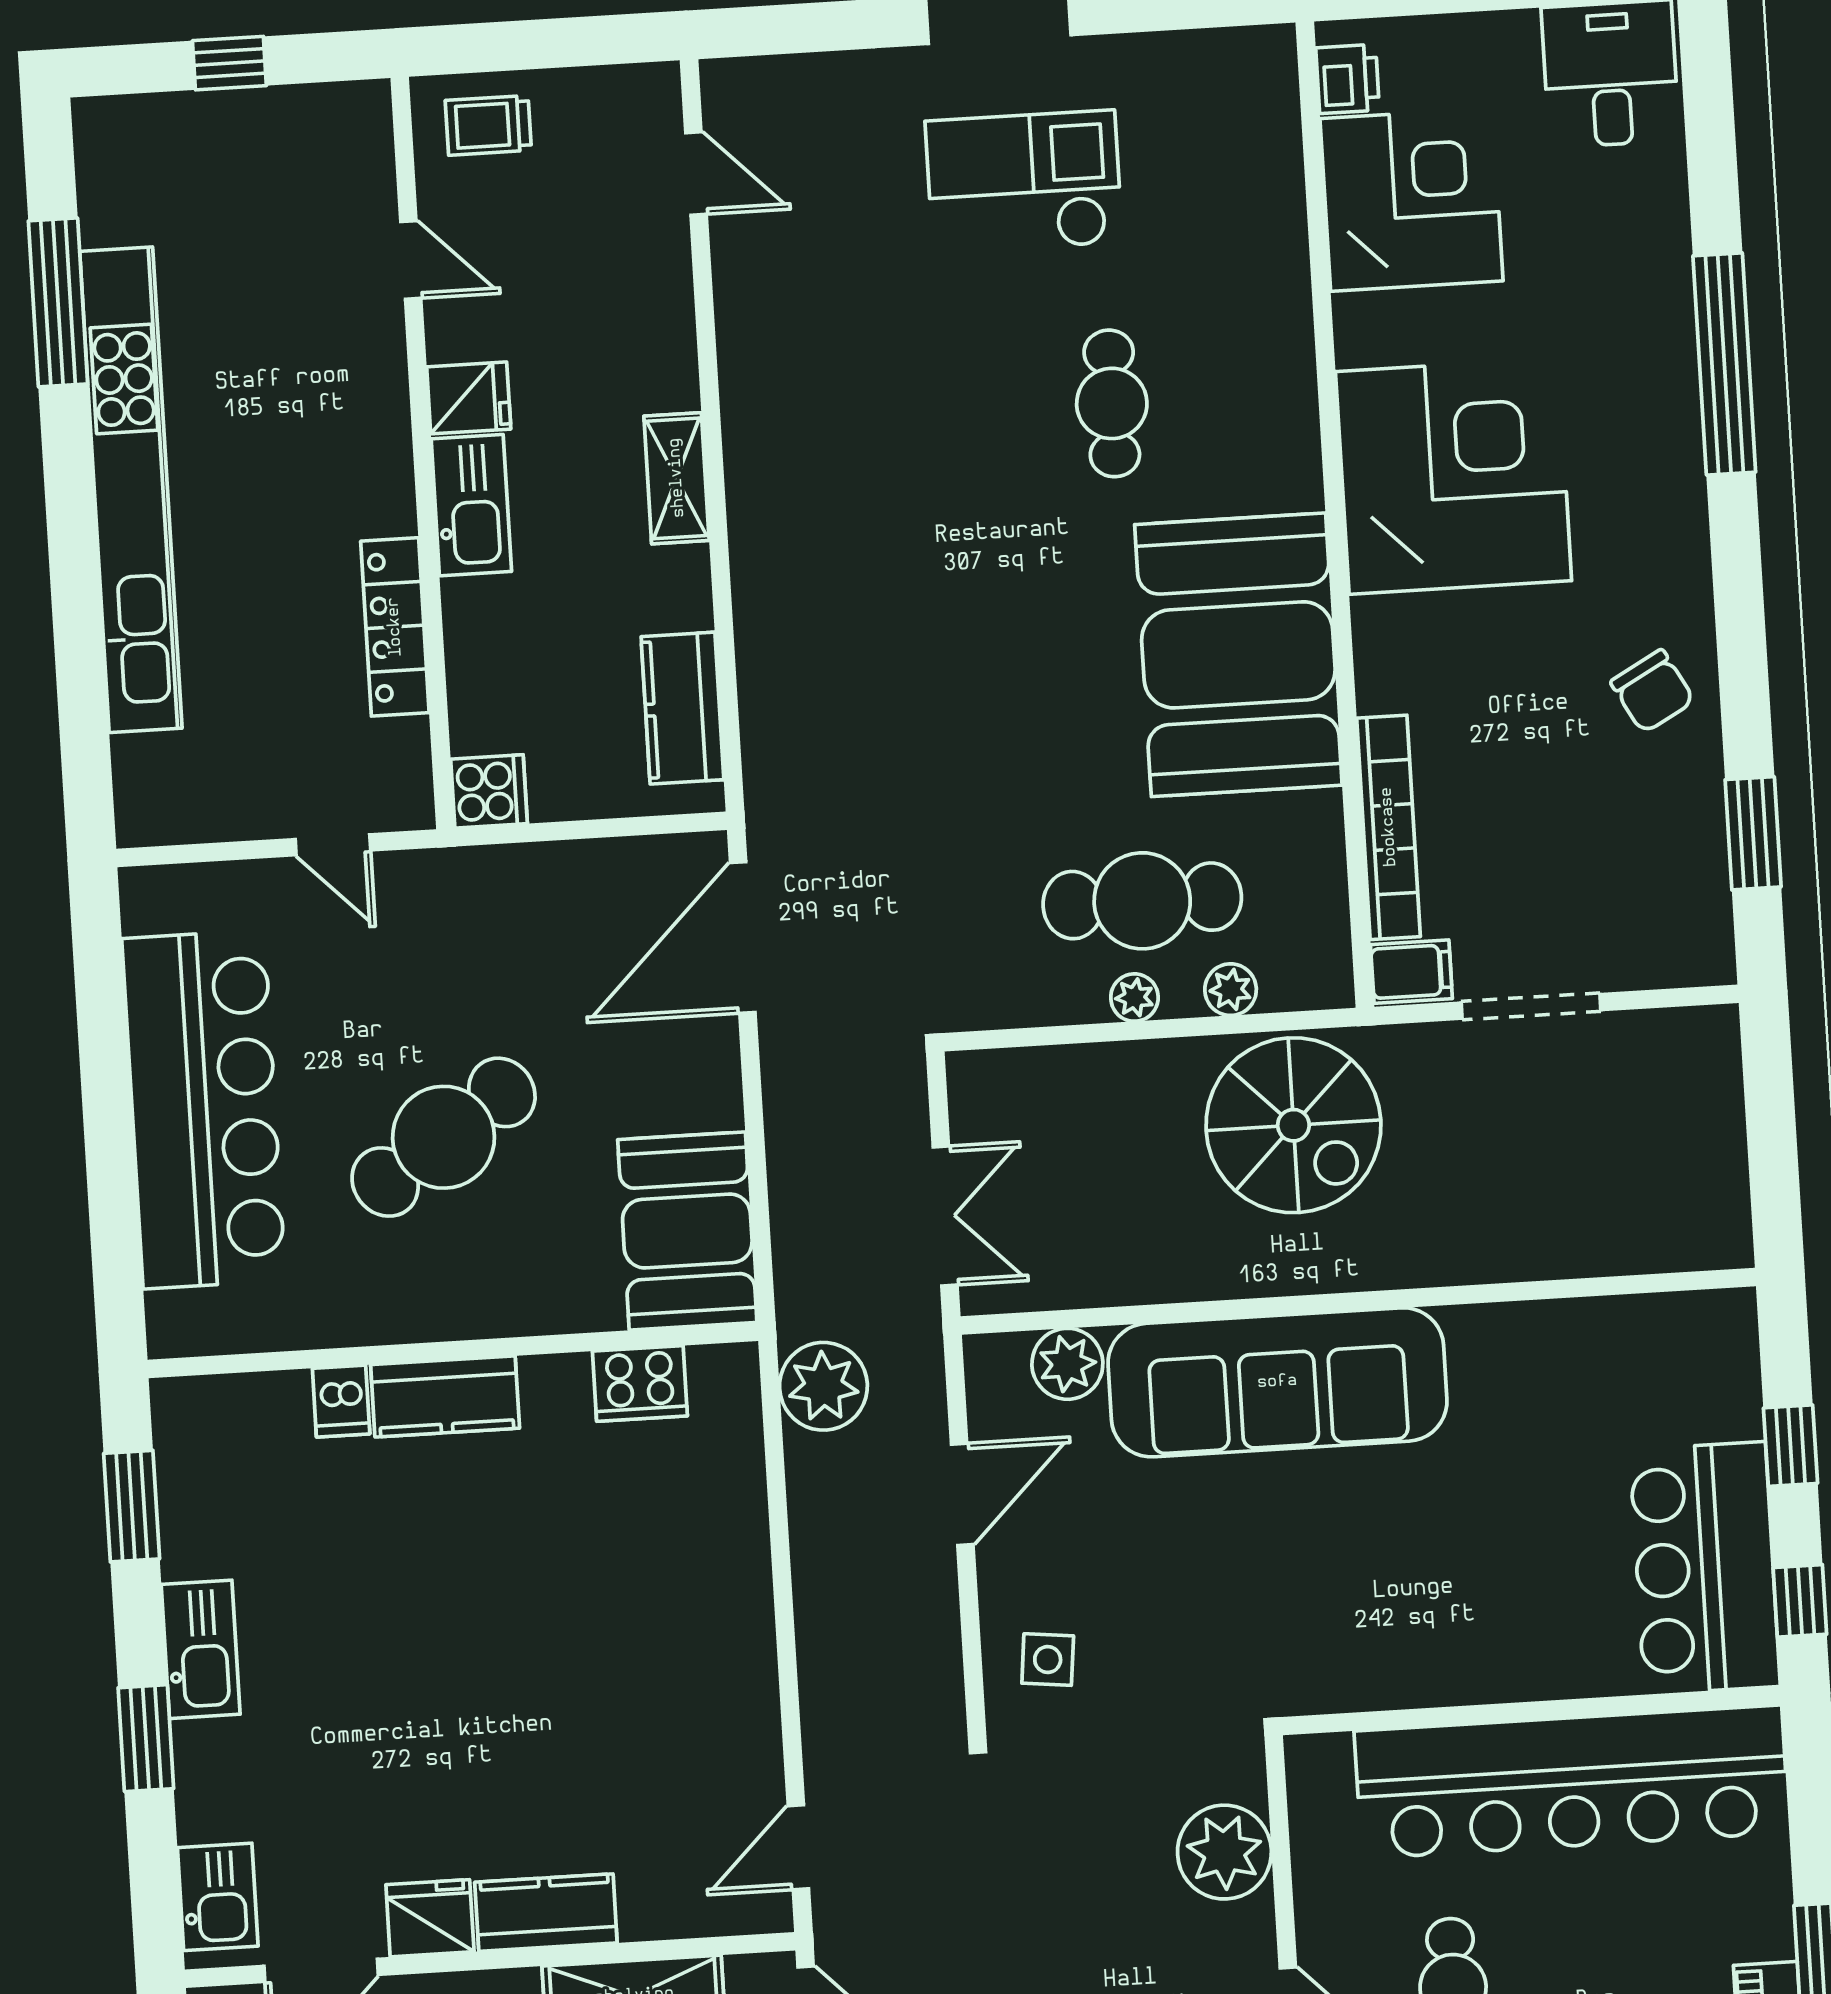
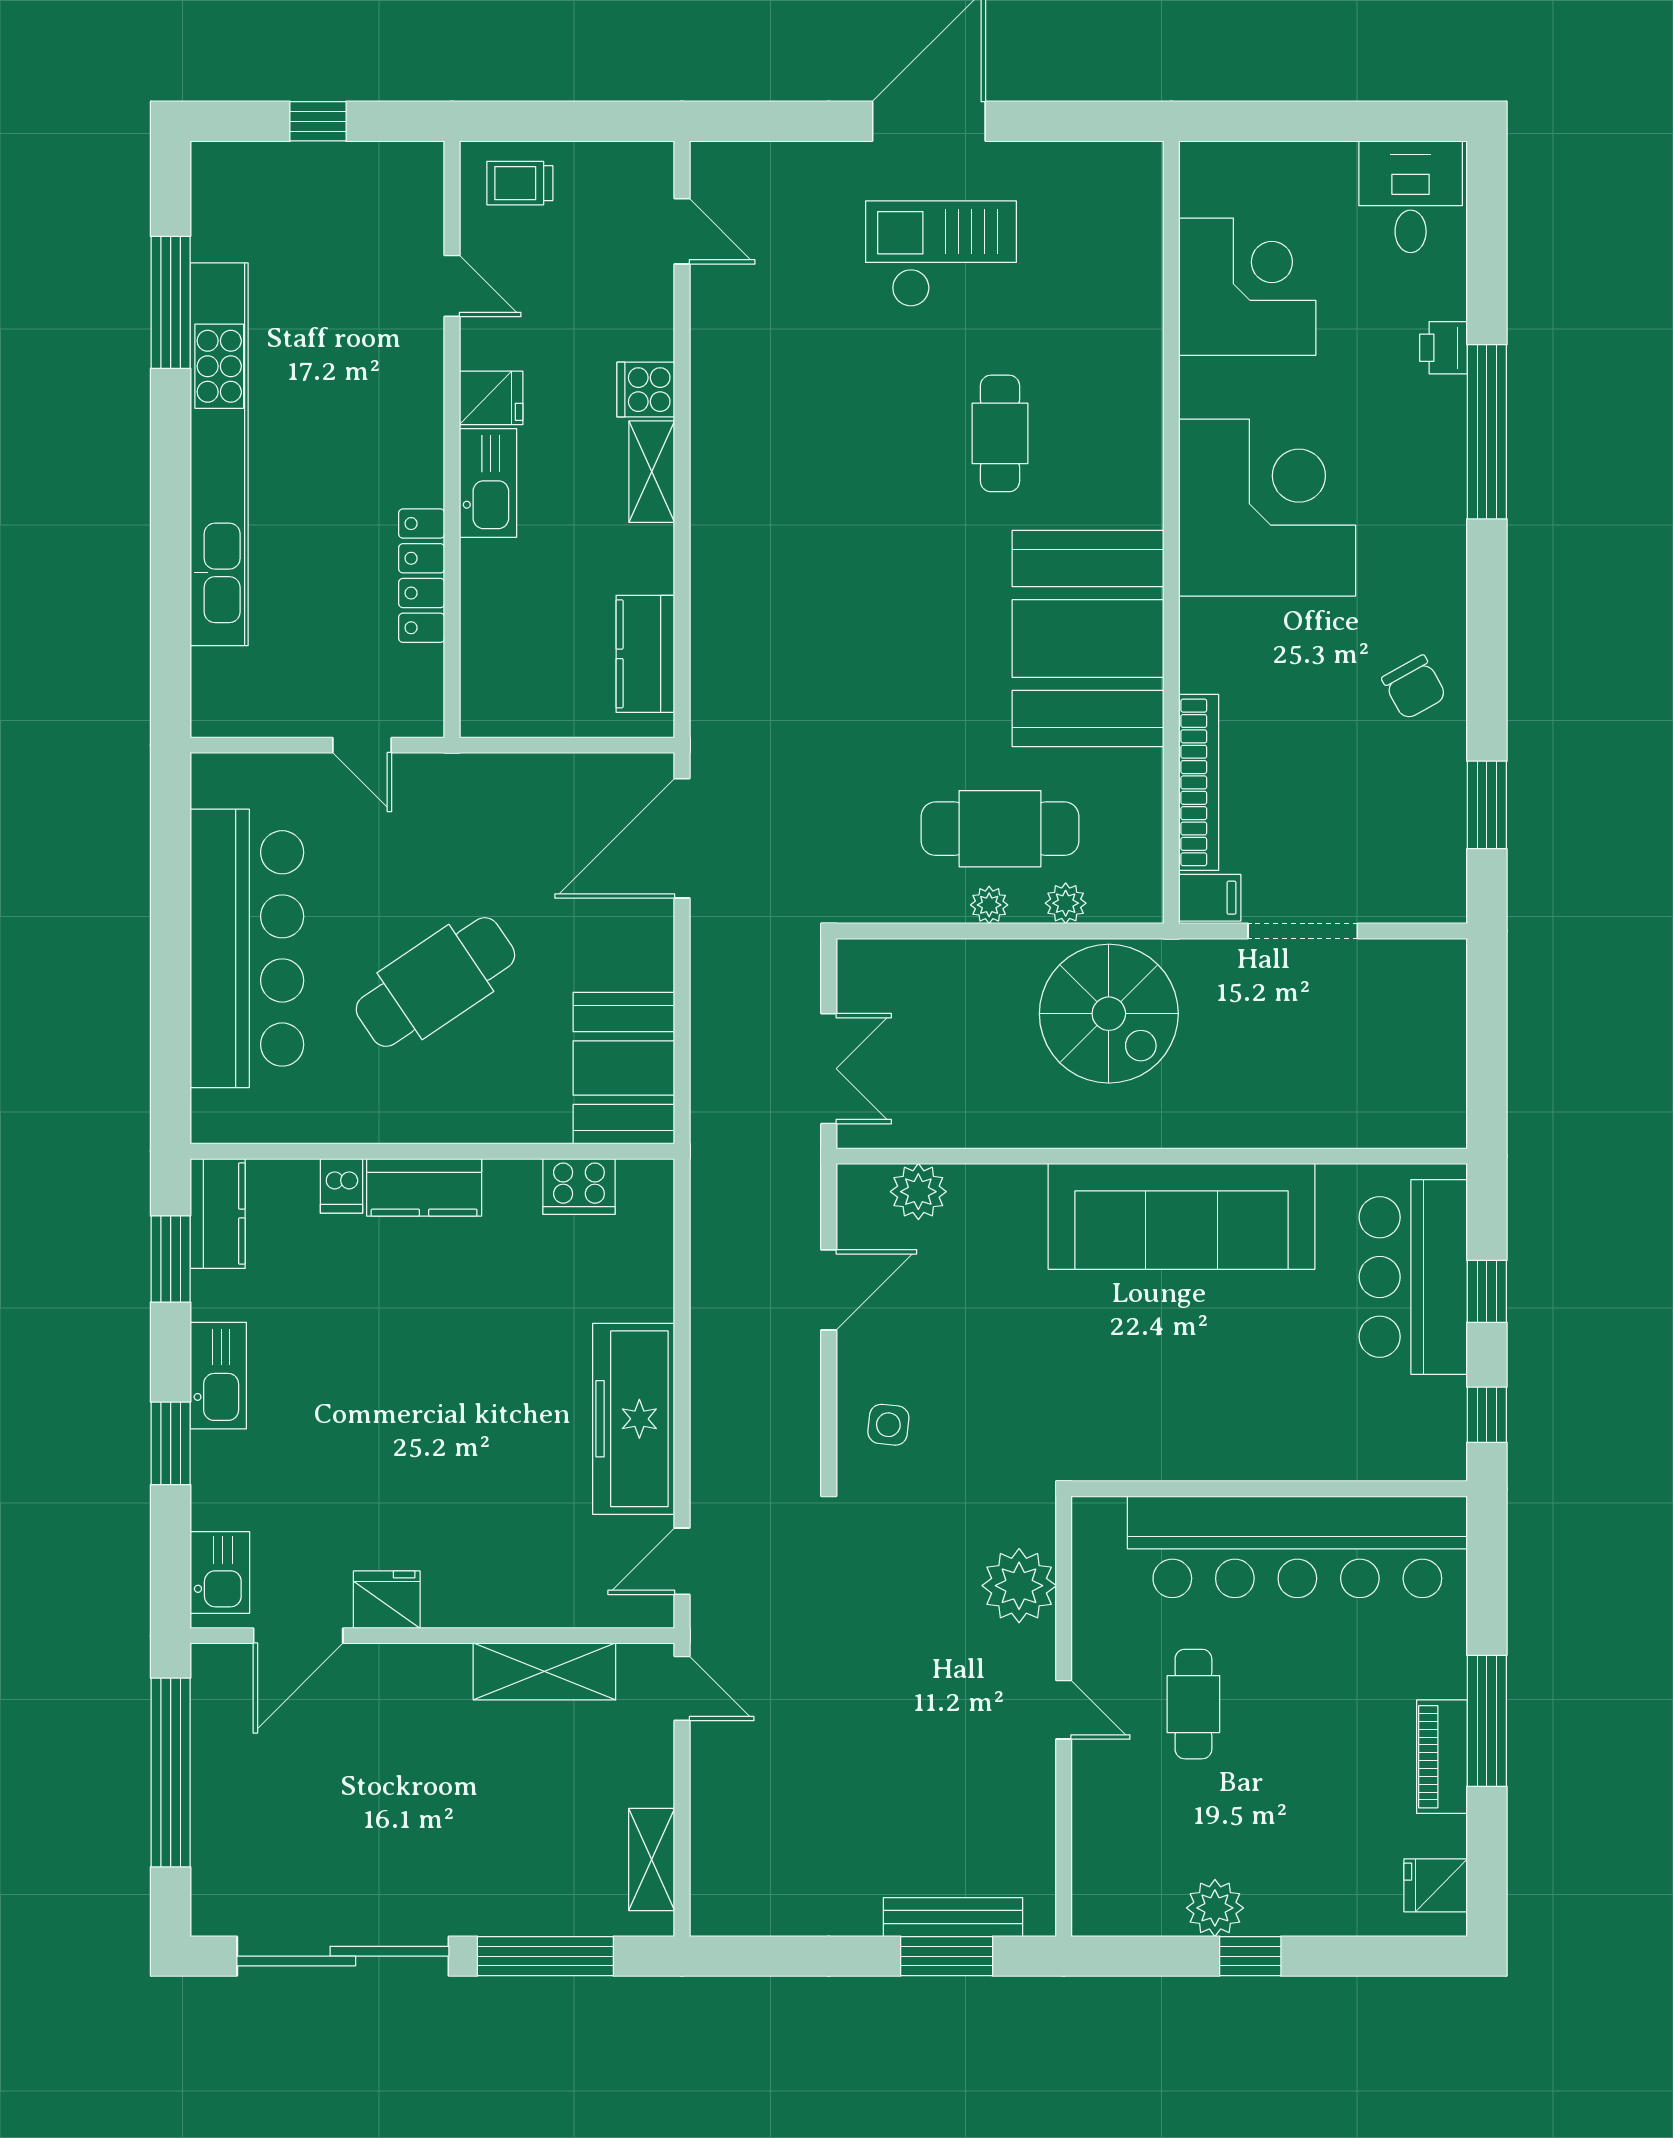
printer: (1348, 79) -> (1443, 348), moved, turned 180
cooker: (489, 791) -> (646, 390), moved, turned 180
sofa: (1277, 1382) -> (1182, 1216), moved
plant: (823, 1386) -> (724, 1198), removed
bar counter: (1705, 1568) -> (1413, 1277), moved
freezer: (727, 1672) -> (634, 1419), added
kitchen counter: (546, 1913) -> (218, 1214), moved, turned 90

